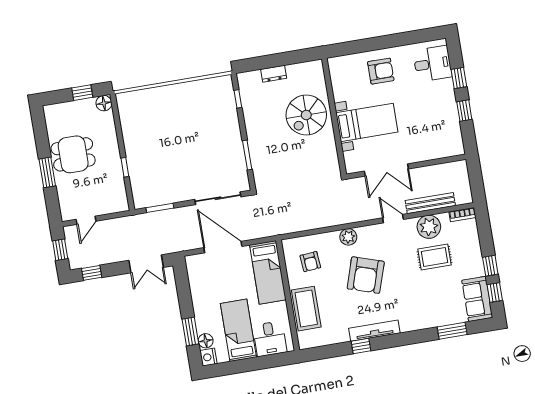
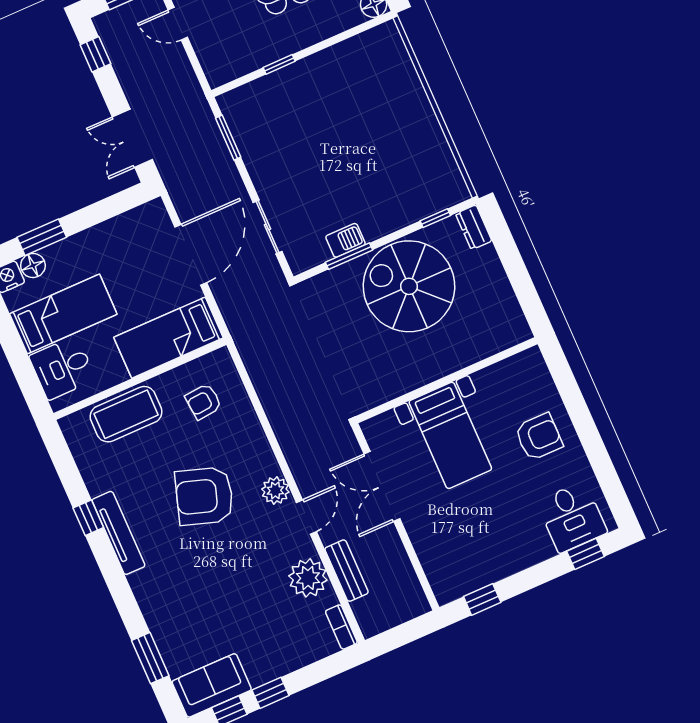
armchair: (381, 71) -> (539, 437), turned -90
dresser: (274, 74) -> (474, 227), moved
window: (459, 78) -> (585, 554), moved
window: (464, 111) -> (482, 599), moved
spiral stairs: (306, 115) -> (409, 286), moved, width x1.37, depth x1.37
barbecue: (237, 155) -> (345, 240), added
sliding door: (218, 198) -> (267, 227), width x0.73
bench: (430, 203) -> (347, 571), width x0.73
plant: (348, 237) -> (275, 491), moved
rug: (434, 257) -> (262, 599), removed

